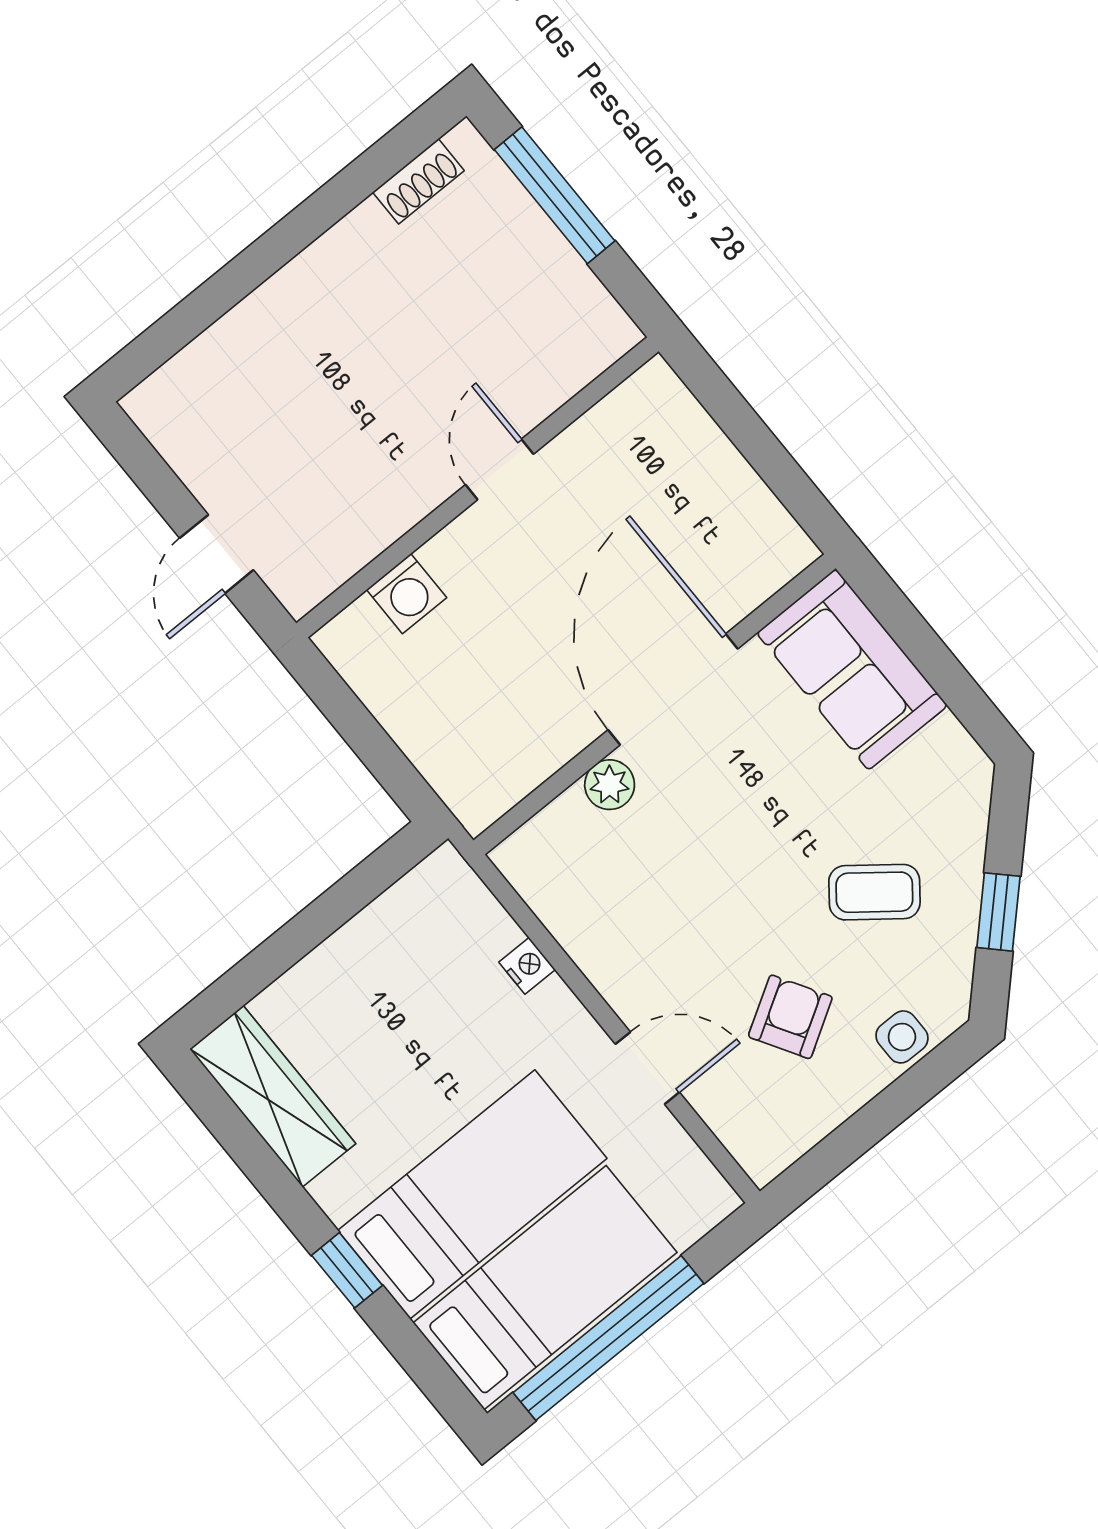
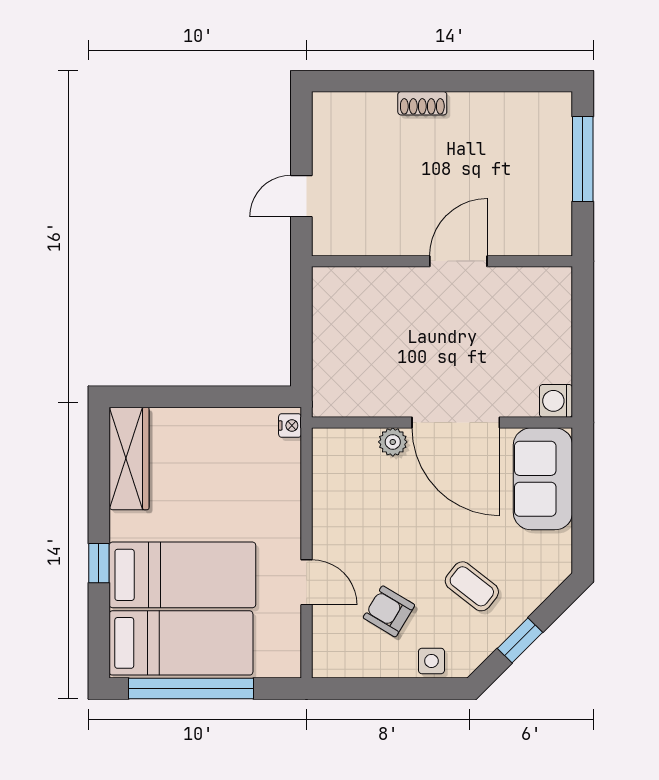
shoe rack: (418, 181) -> (422, 103), moved
door: (499, 469) -> (458, 261), width x1.38
washing machine: (407, 594) -> (556, 401), moved, turned 90
door: (673, 689) -> (456, 423), swing flipped
nightstand: (527, 966) -> (290, 426), moved
armchair: (790, 1017) -> (389, 611), turned -118

